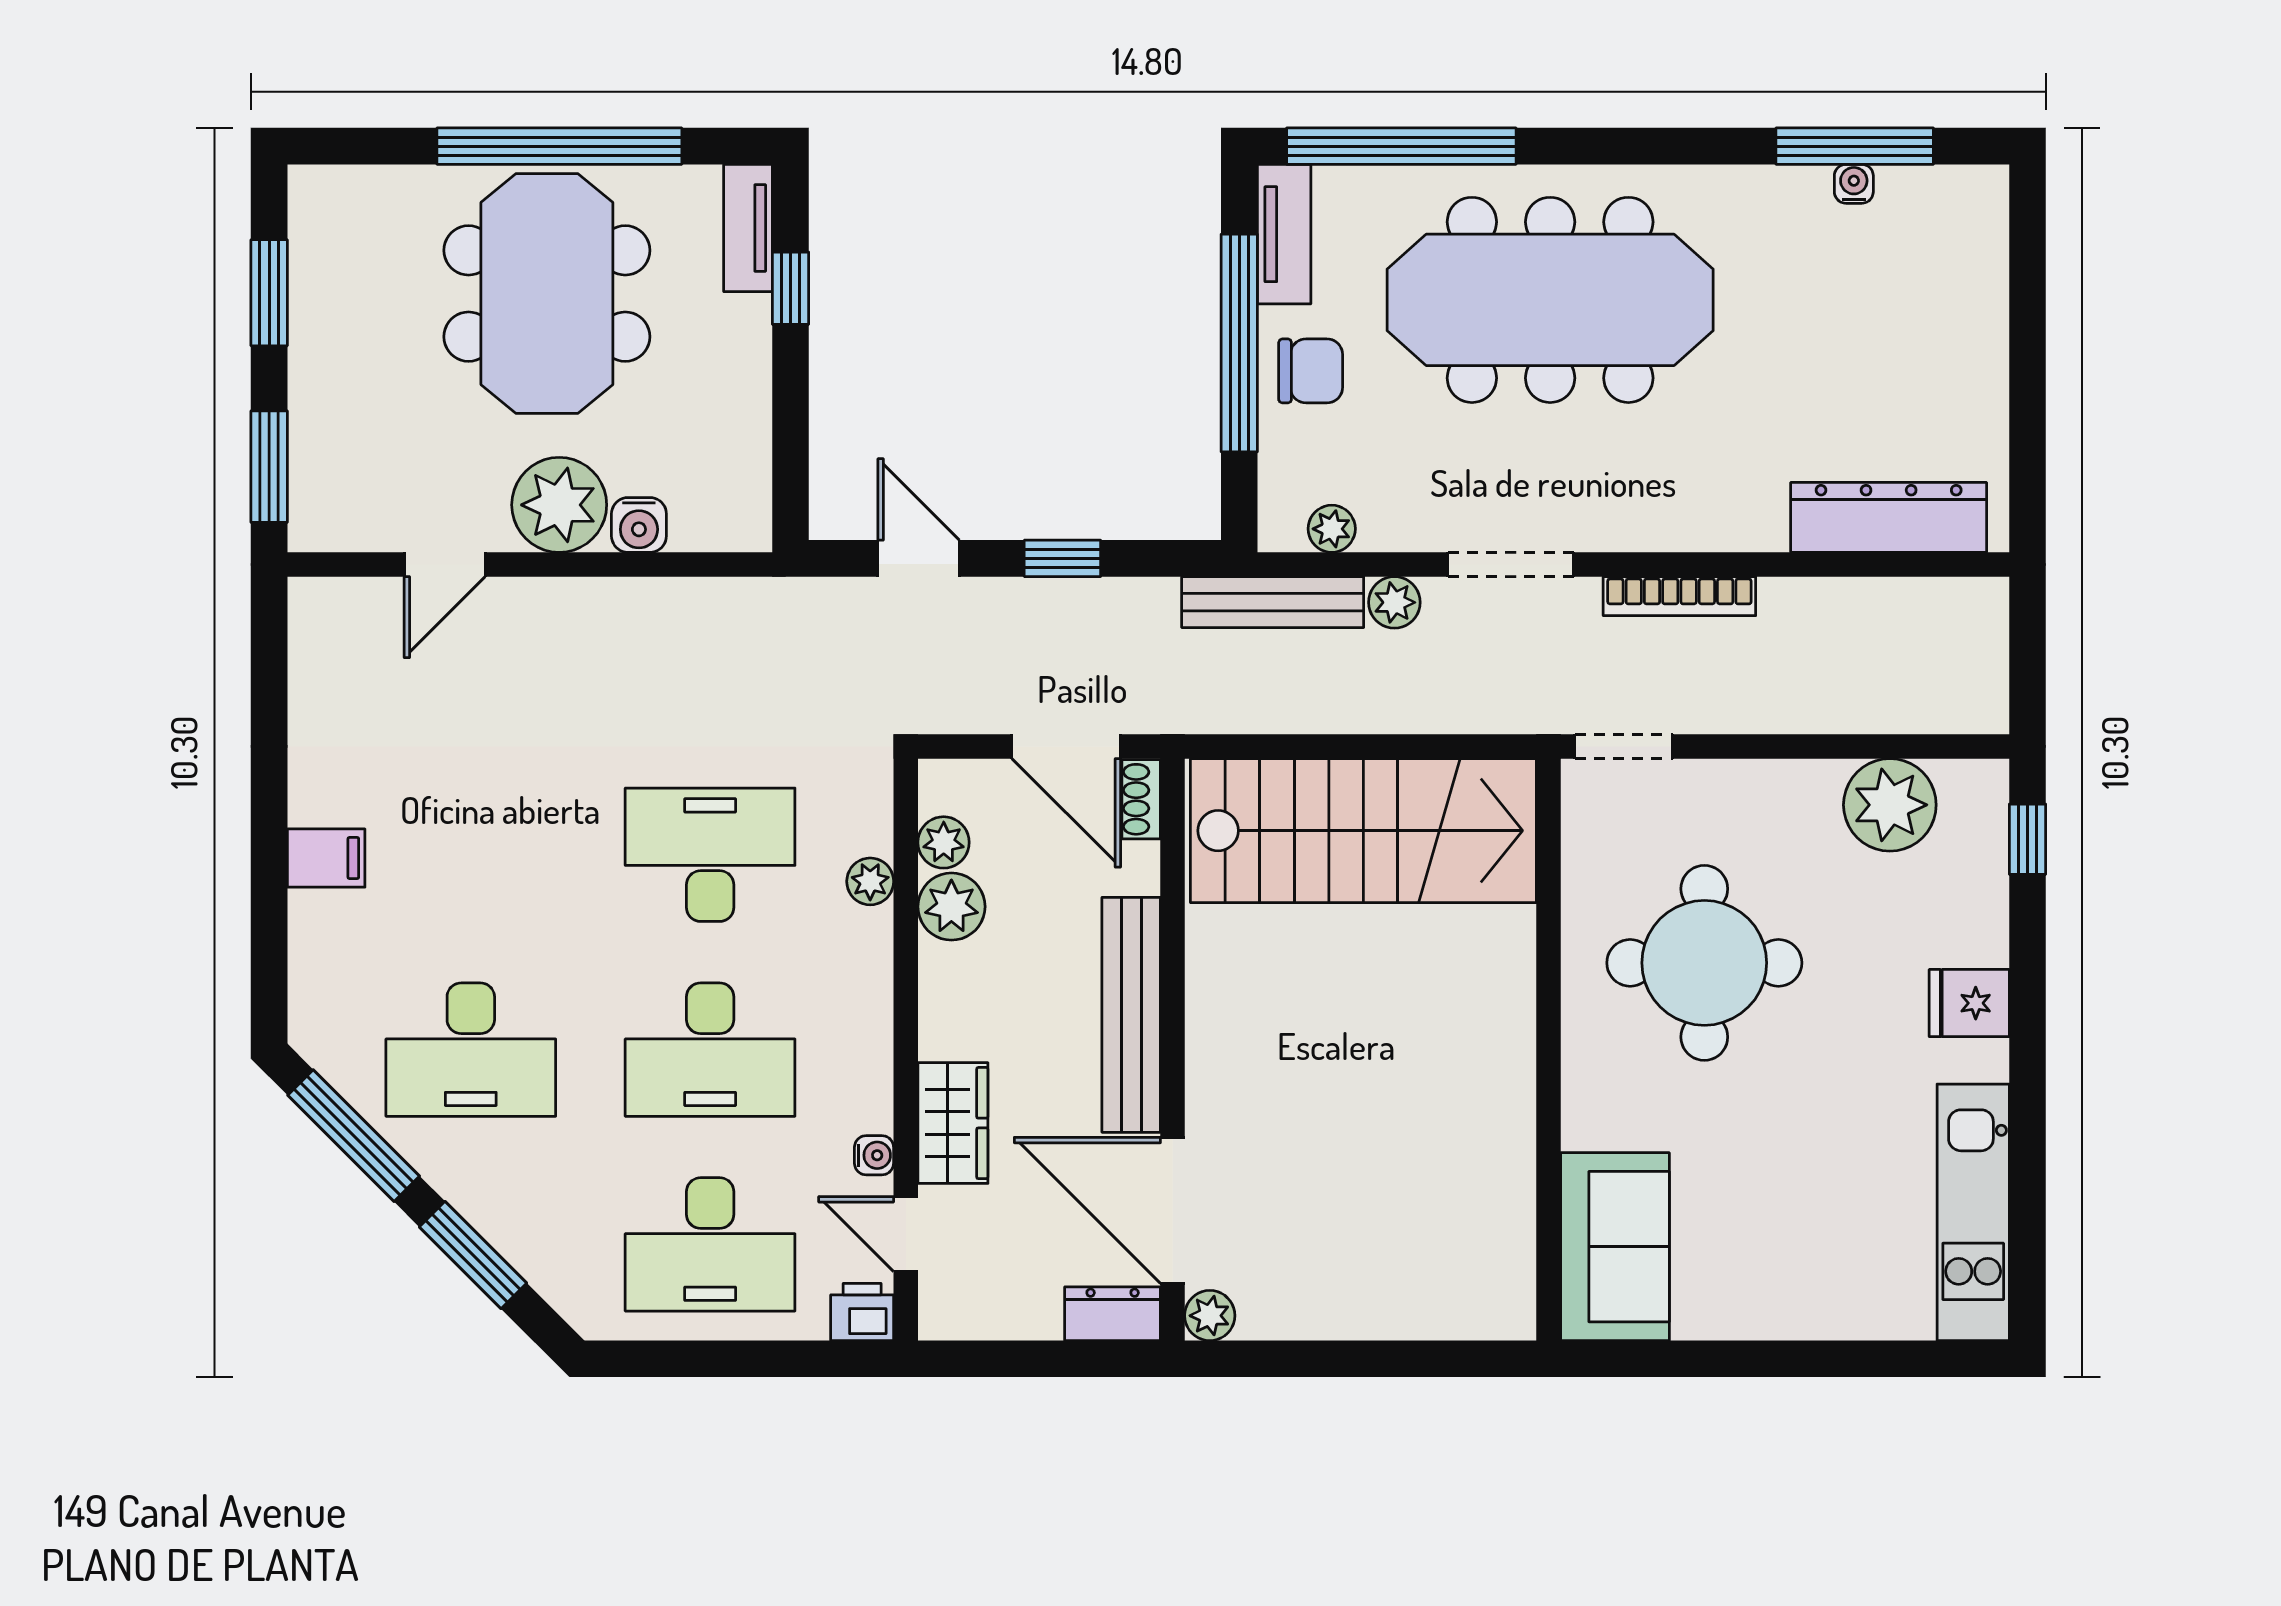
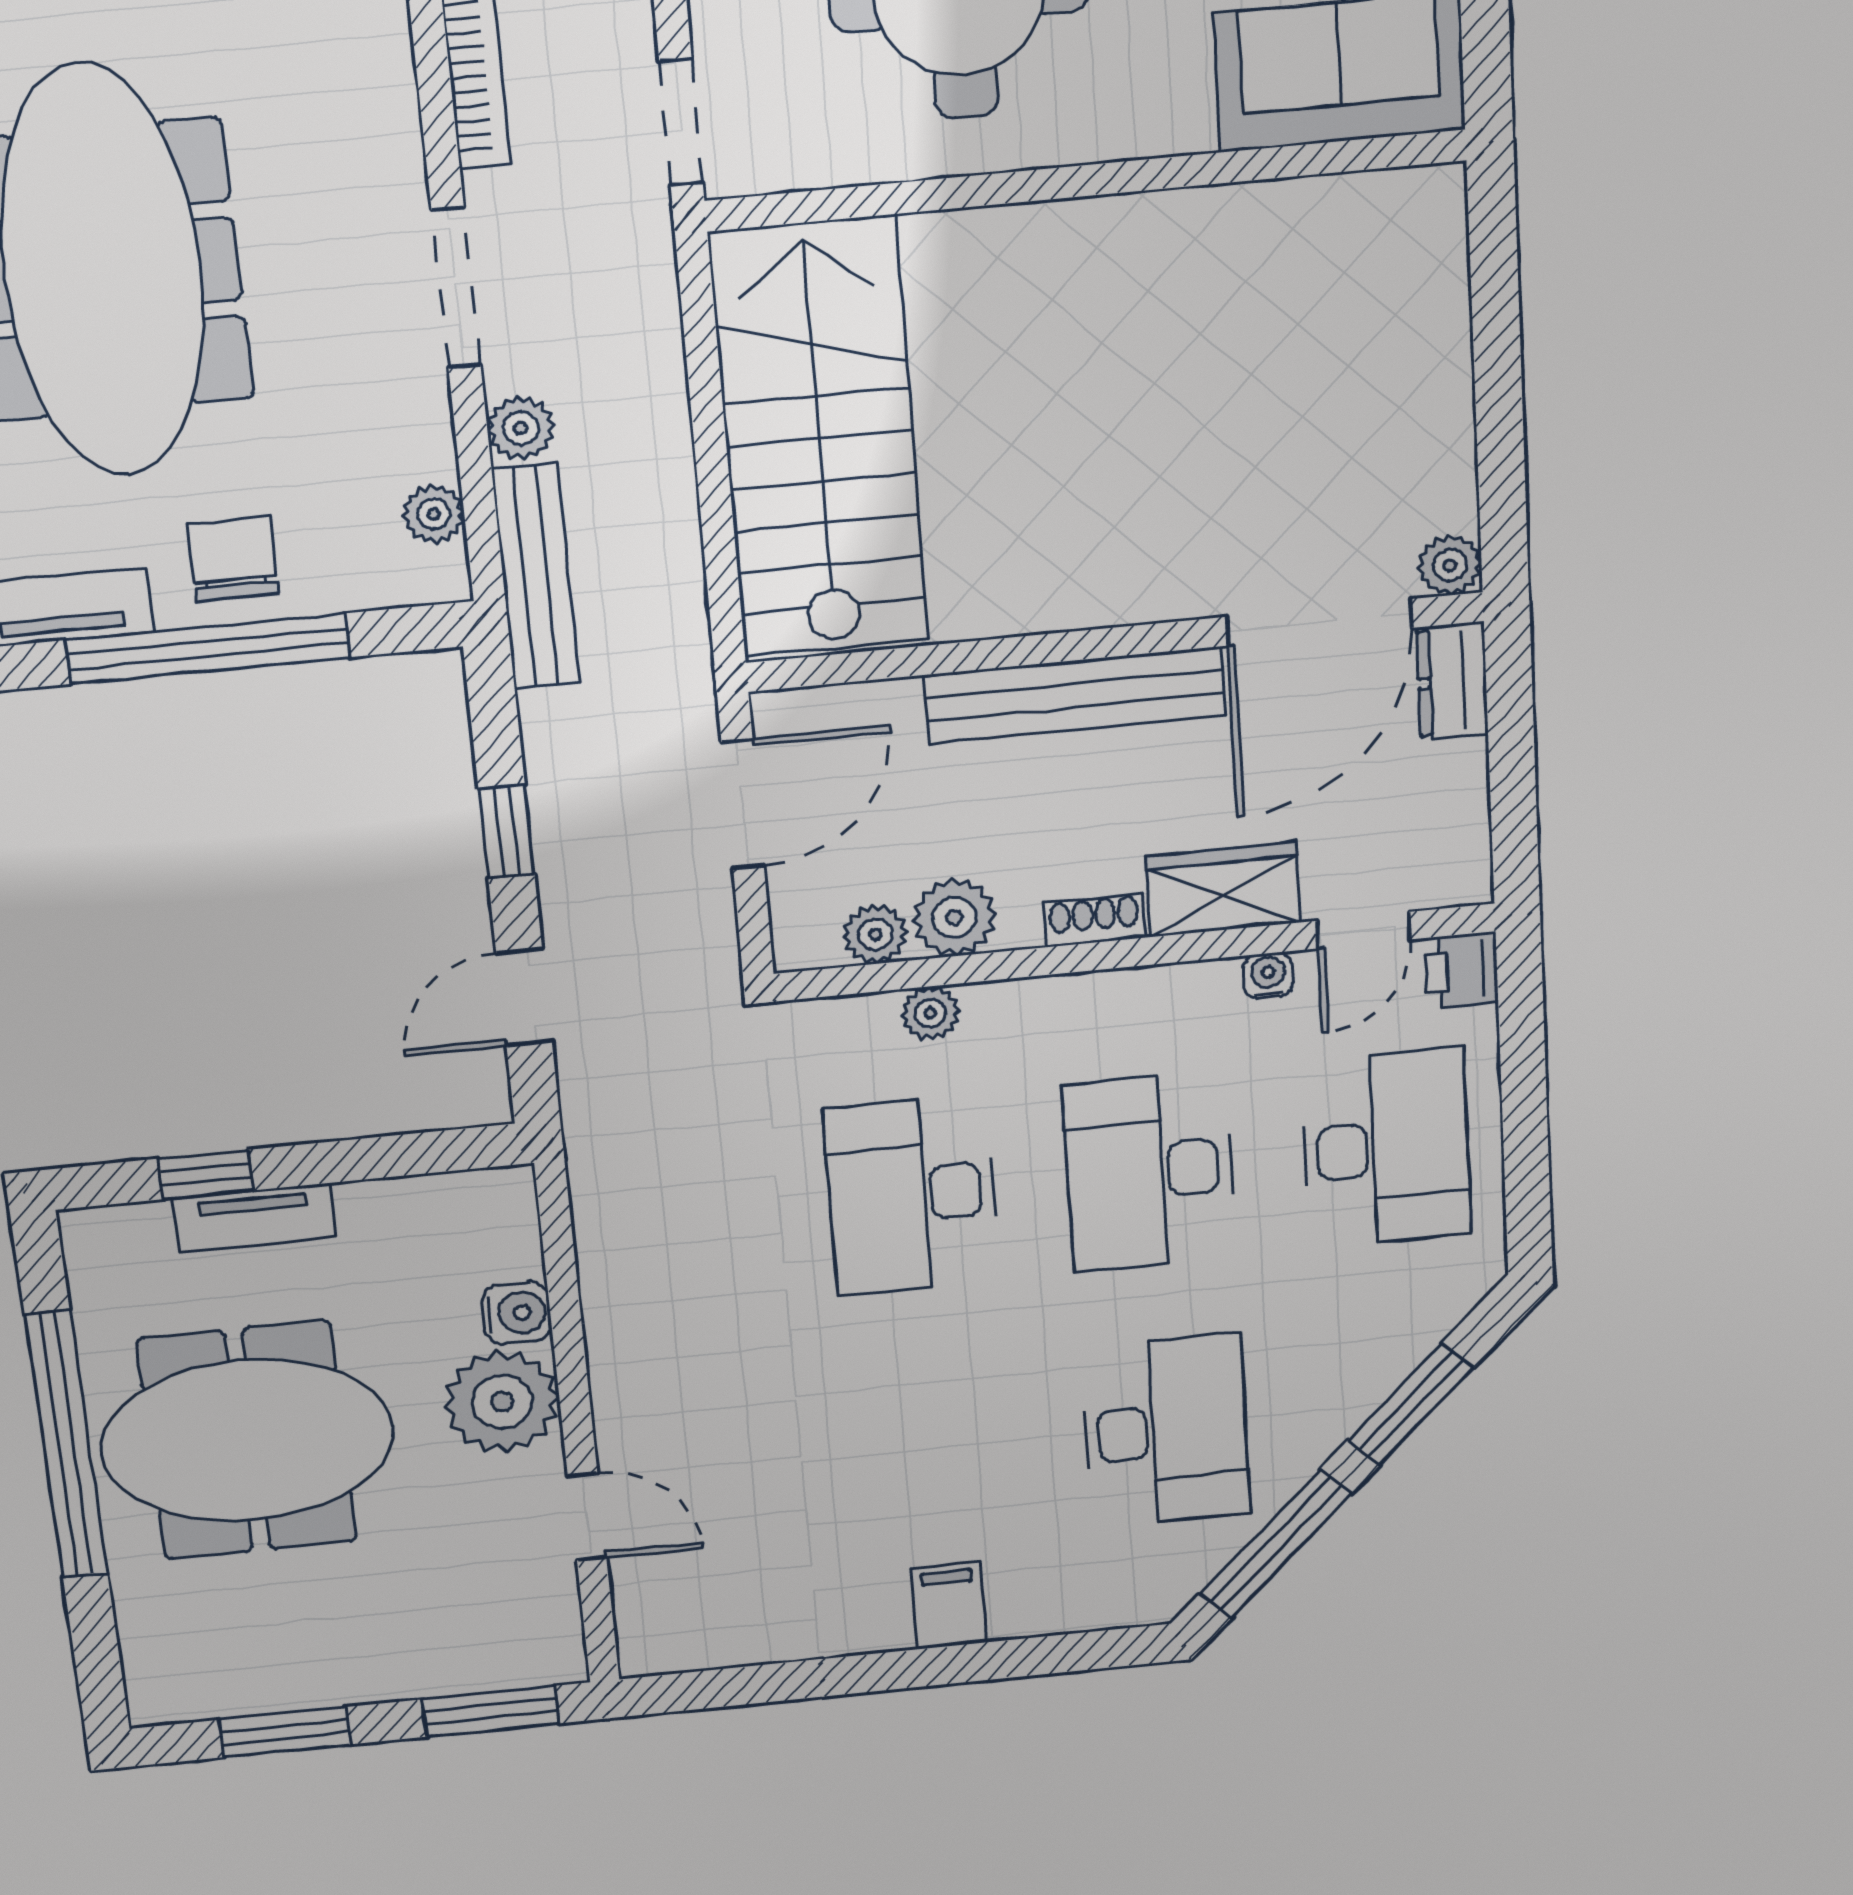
tv unit: (748, 228) -> (254, 1218), moved
shoe rack: (1141, 799) -> (1094, 920), moved, turned 180
desk: (710, 1050) -> (1149, 1172), turned 180

